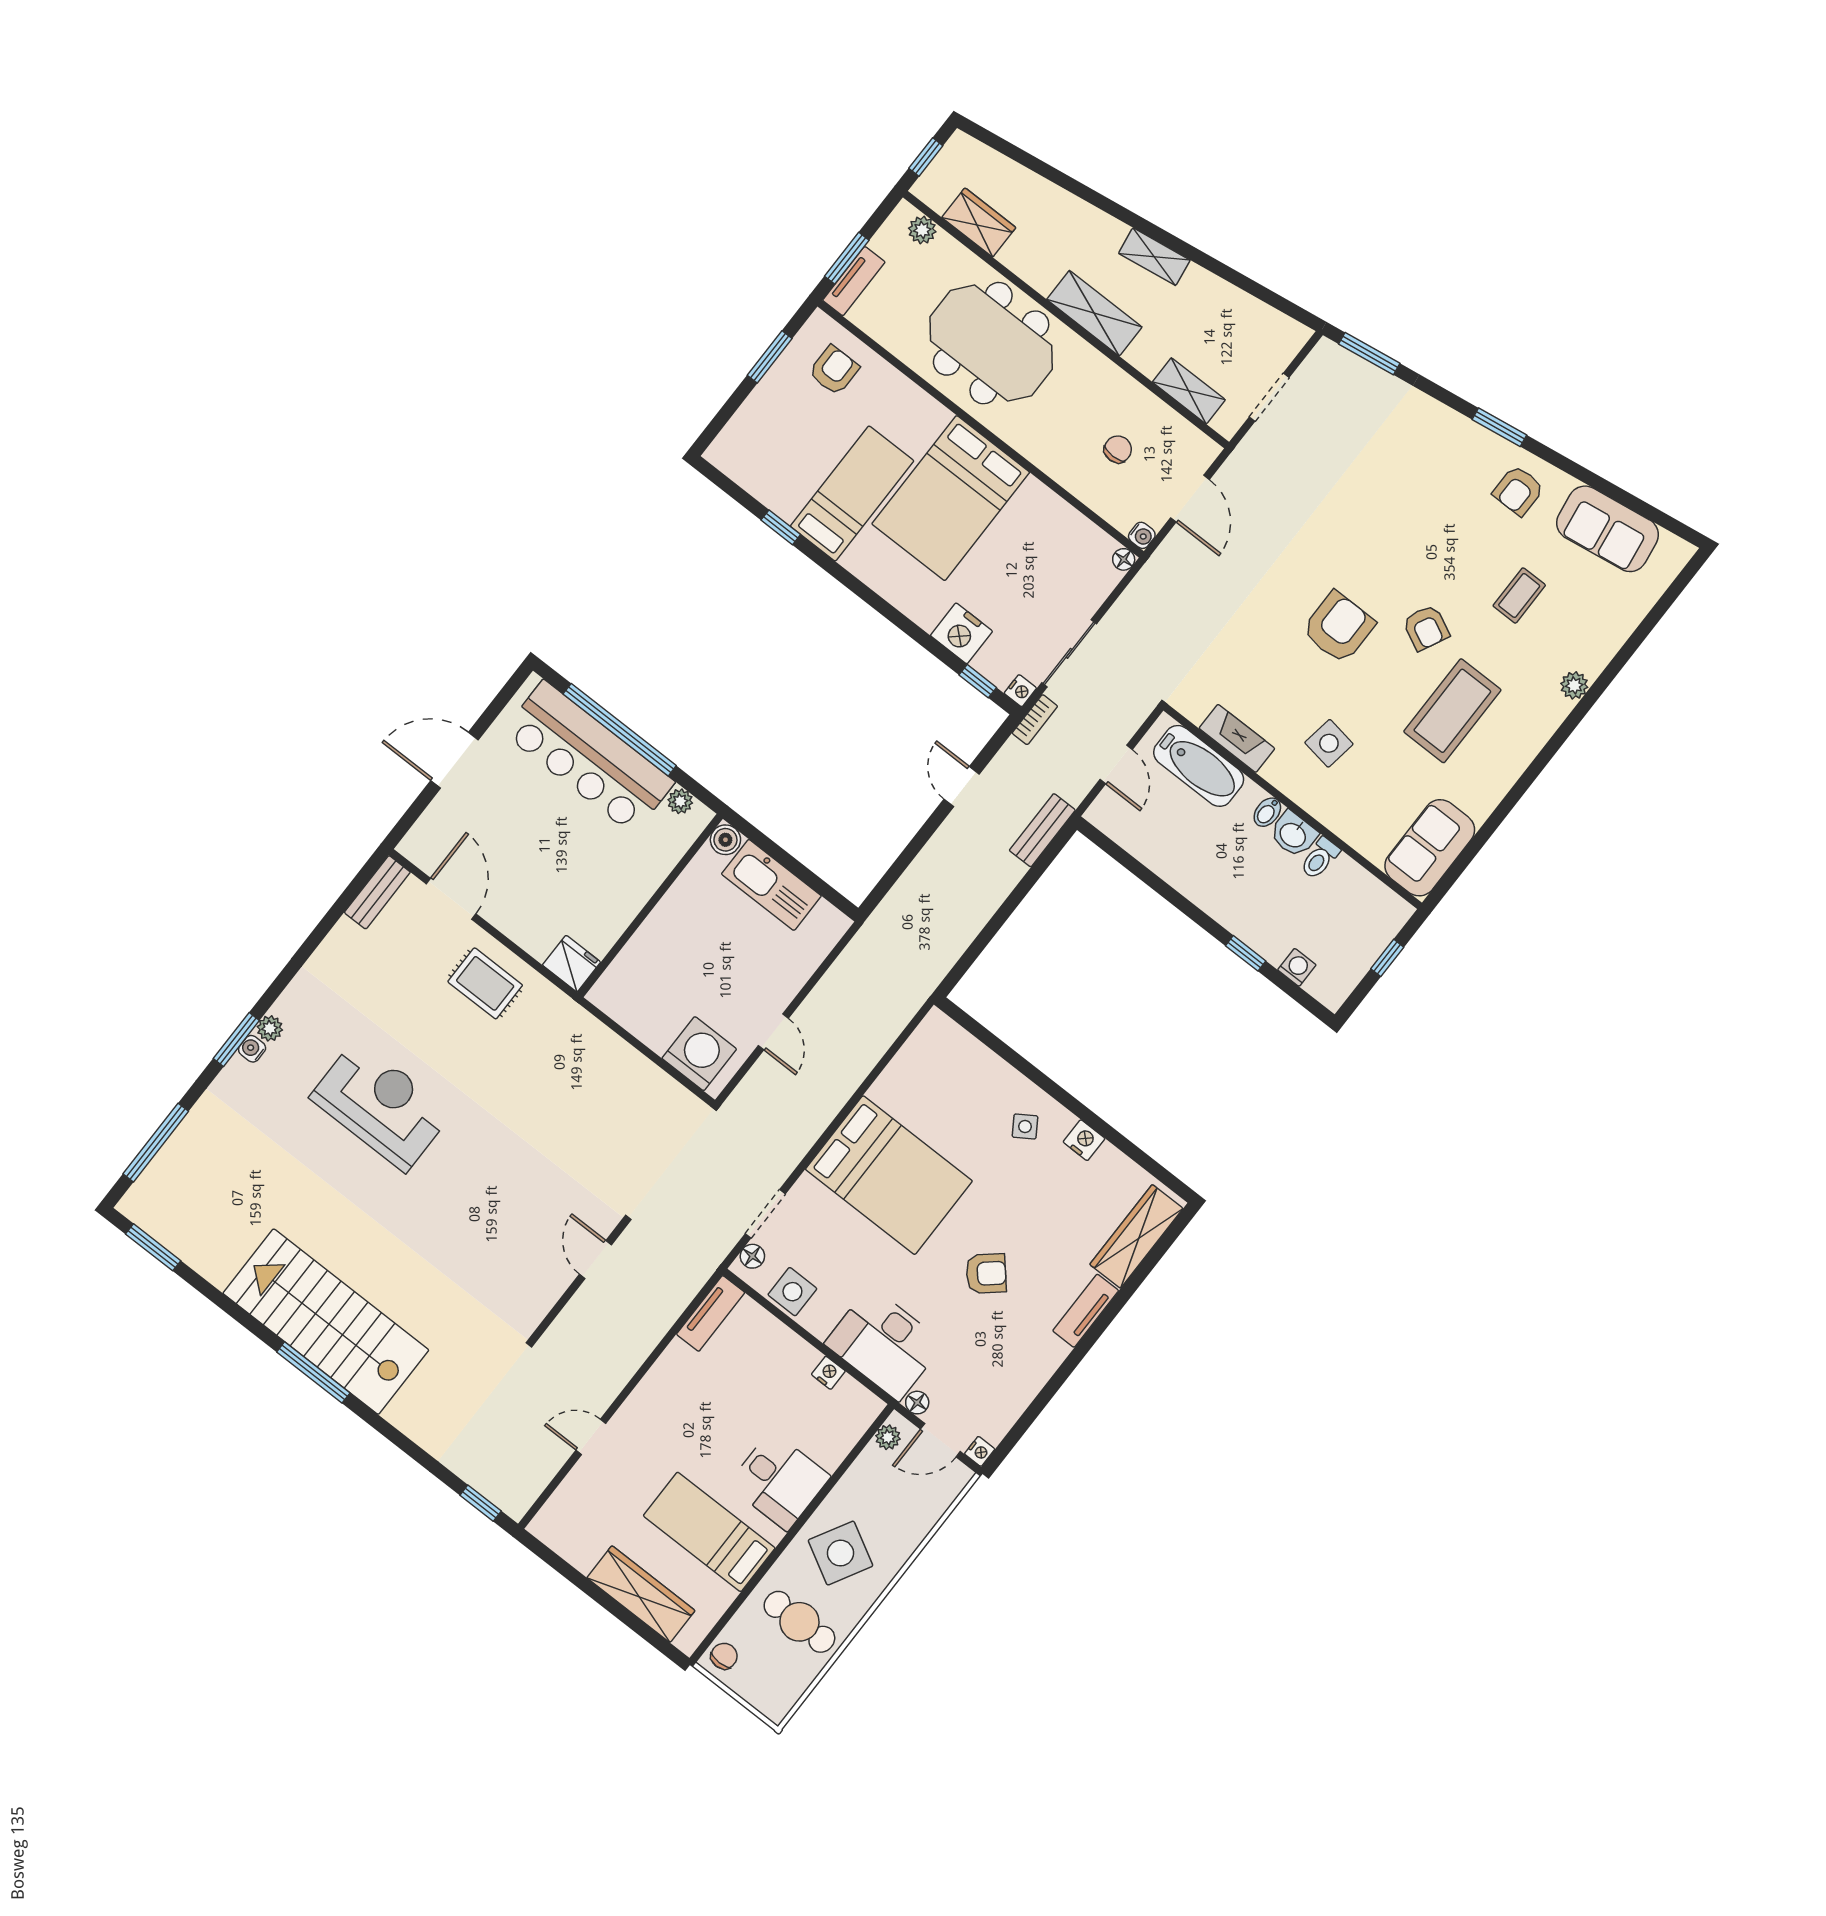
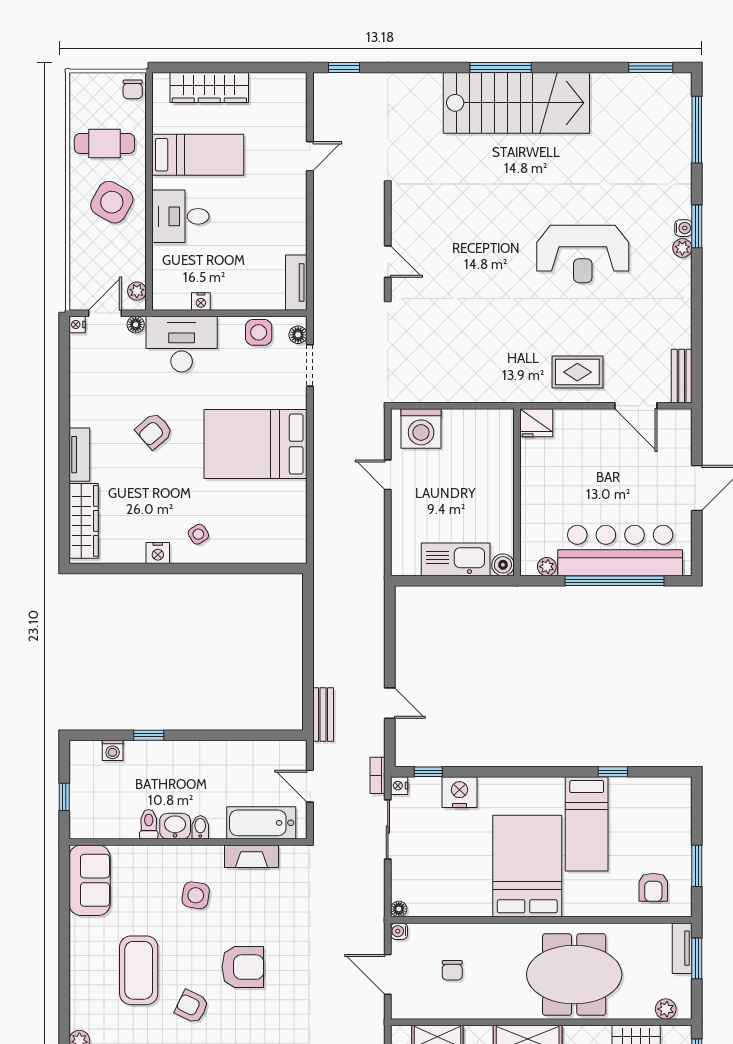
armchair: (1339, 627) -> (243, 967), turned -90

